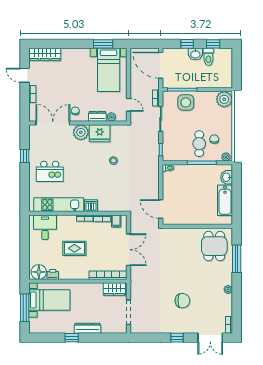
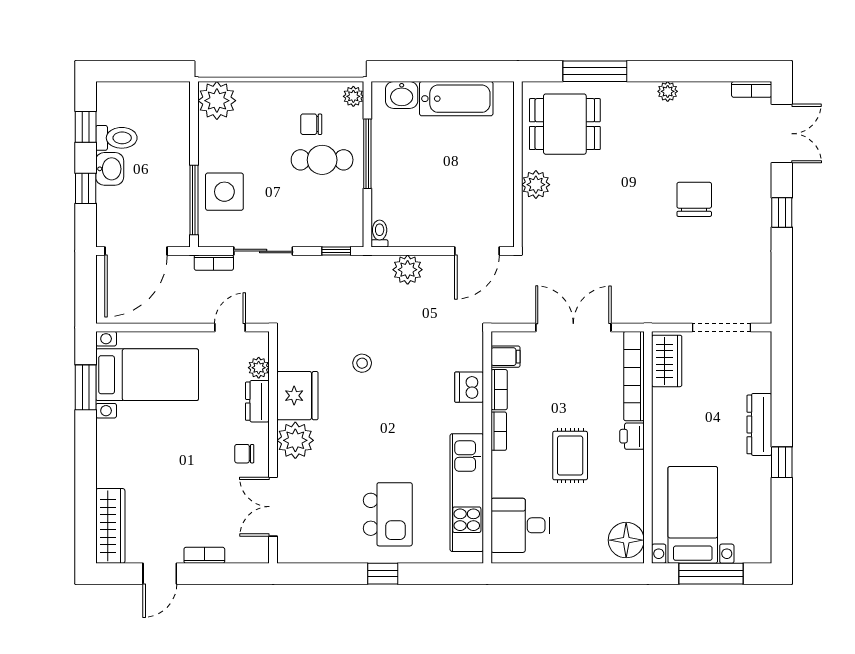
double door: (53, 123) -> (273, 507), width x0.73
window: (25, 156) -> (383, 574), moved
plant: (153, 180) -> (408, 270), added
dishwasher: (91, 206) -> (469, 387), moved
plant: (189, 234) -> (536, 185), added
printer: (53, 274) -> (632, 436), moved

